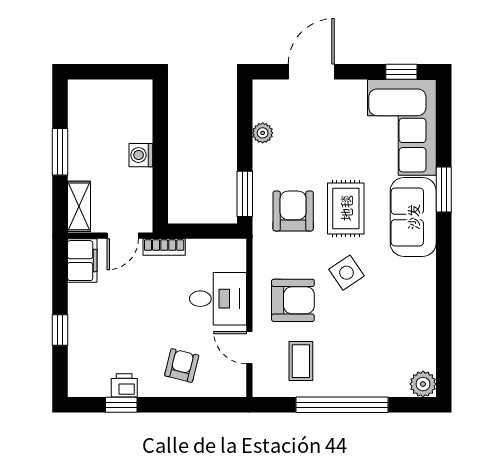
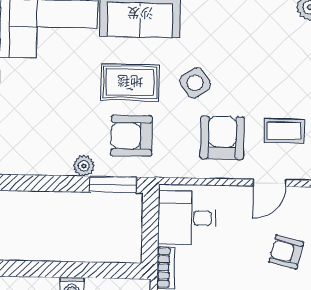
plant: (263, 133) -> (84, 166), moved
desk: (218, 299) -> (187, 218), moved, turned -90

